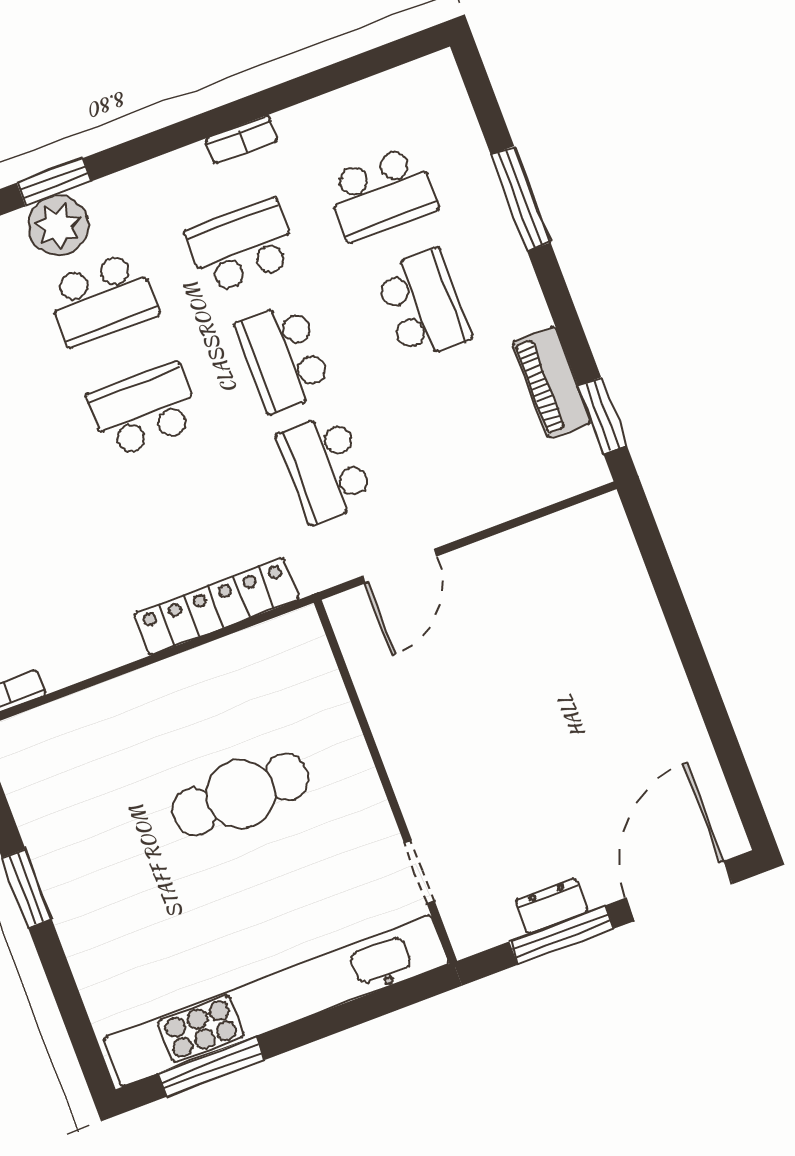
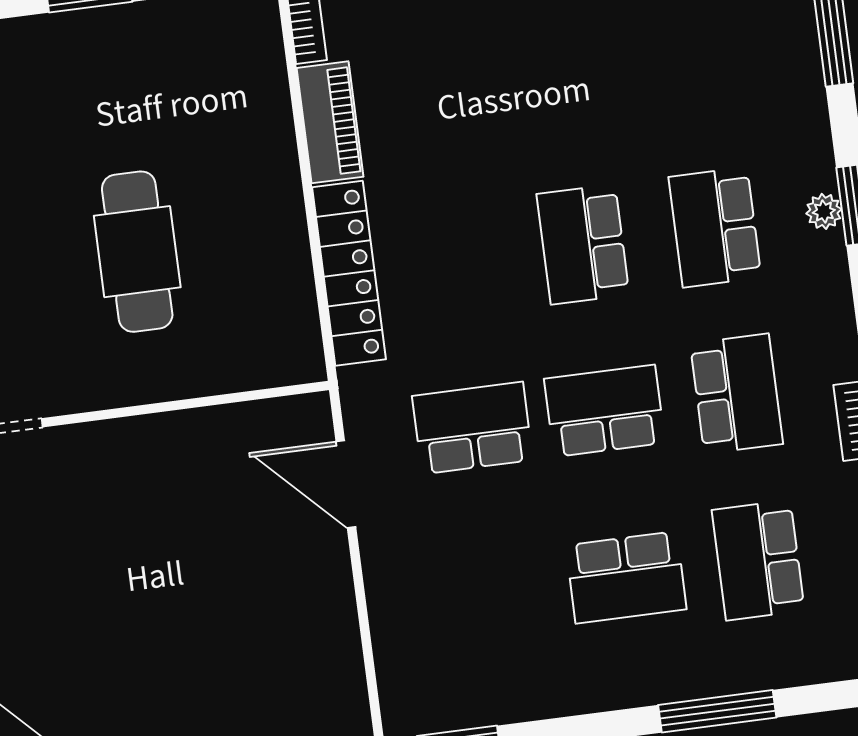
plant: (58, 226) -> (824, 211), width x0.53, depth x0.53
piano: (552, 382) -> (330, 122), moved, turned 90
school desk: (144, 410) -> (583, 244), turned 180

